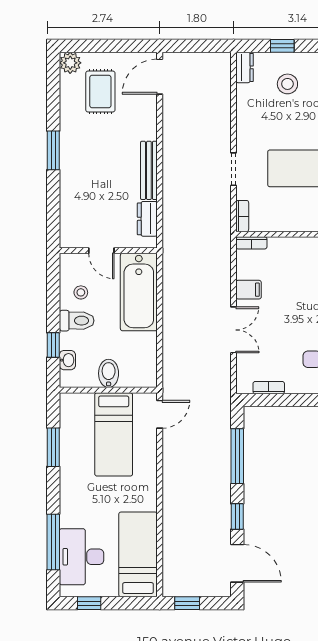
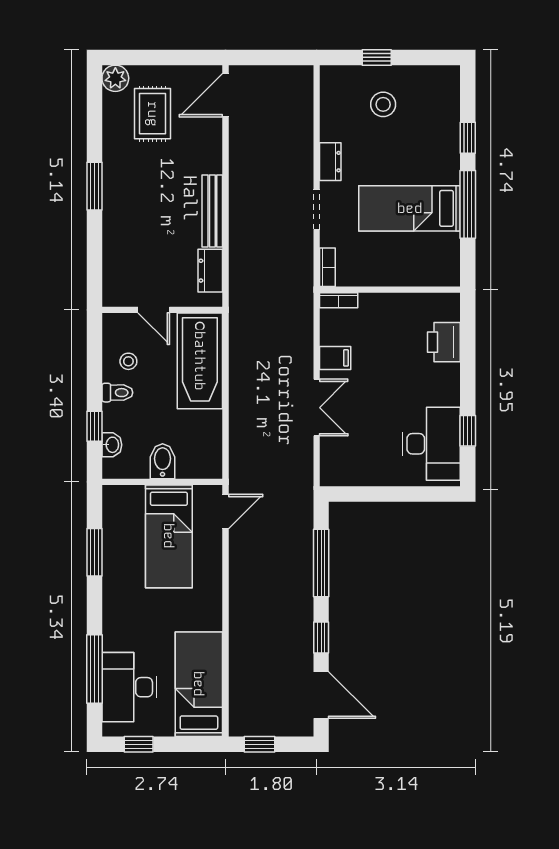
dresser: (245, 67) -> (330, 162), moved
toilet: (77, 321) -> (117, 393), width x0.73, depth x0.72
bookcase: (269, 388) -> (360, 479), removed

